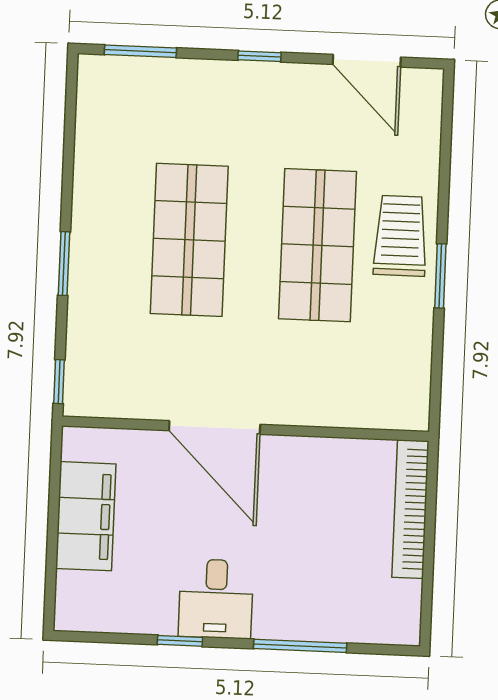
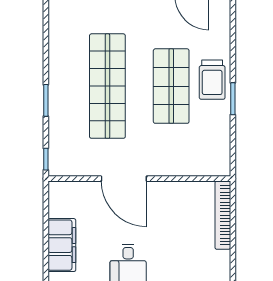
trolley: (400, 236) -> (212, 80), turned 180
shop shelf: (189, 240) -> (107, 86), width x1.40
filing cabinet: (86, 516) -> (62, 245), moved

